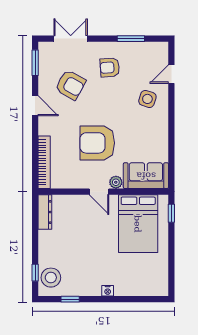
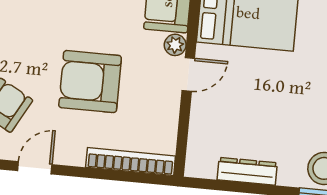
armchair: (97, 143) -> (90, 82), moved, turned 90
dresser: (45, 212) -> (247, 171), moved

